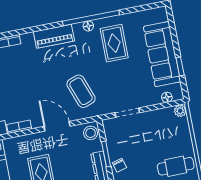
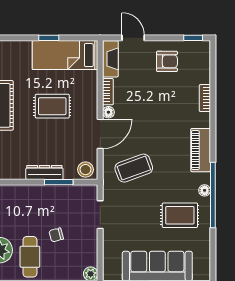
floor lamp: (167, 97) -> (108, 112), moved
chair: (119, 165) -> (56, 235), moved

